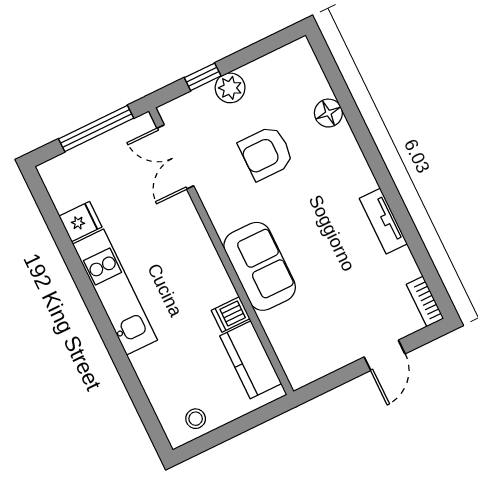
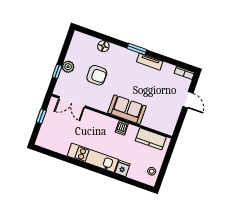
window: (96, 128) -> (41, 116), width x0.46
armchair: (266, 153) -> (97, 75), turned -90
window: (383, 176) -> (137, 49), added
fridge: (80, 222) -> (122, 168), moved
dishwasher: (231, 314) -> (122, 128), moved

